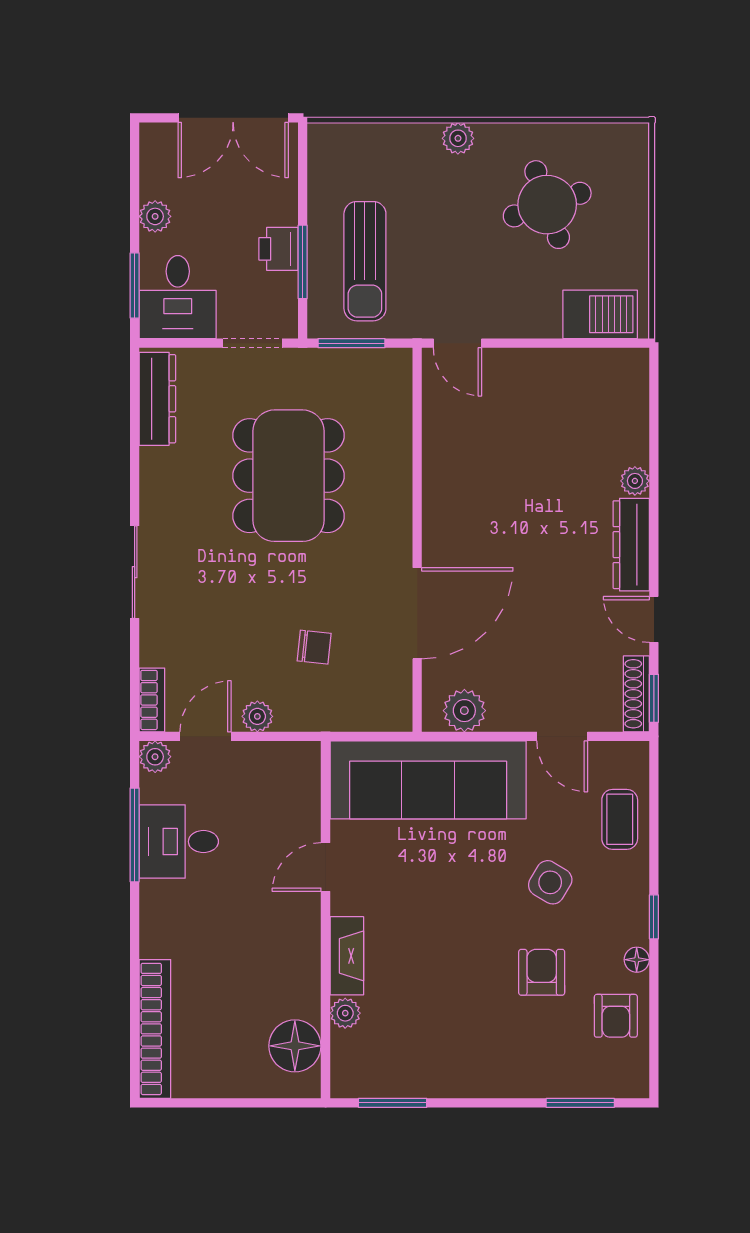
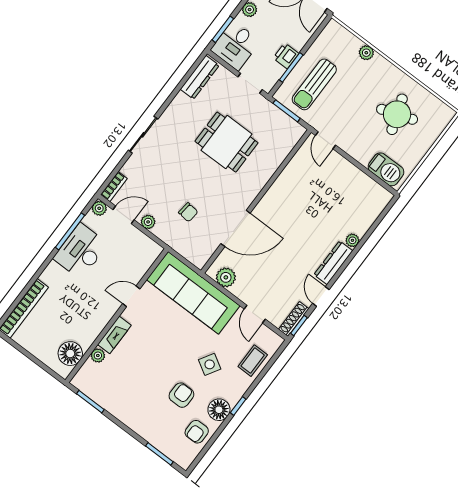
plant: (458, 138) -> (366, 53), moved
dining table: (289, 476) -> (227, 142), width x0.73
desk: (179, 842) -> (81, 251), width x1.37
floor lamp: (637, 960) -> (219, 410), width x1.89, depth x1.89

